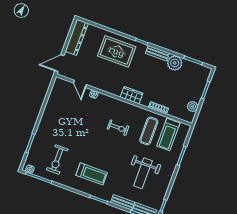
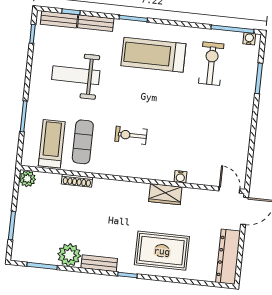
door: (80, 84) -> (229, 190), moved
wardrobe: (132, 95) -> (165, 194), moved
plant: (193, 106) -> (27, 179), moved
weight bench: (143, 173) -> (76, 75), turned -90
treadmill: (92, 174) -> (153, 55), width x1.37, depth x1.38

